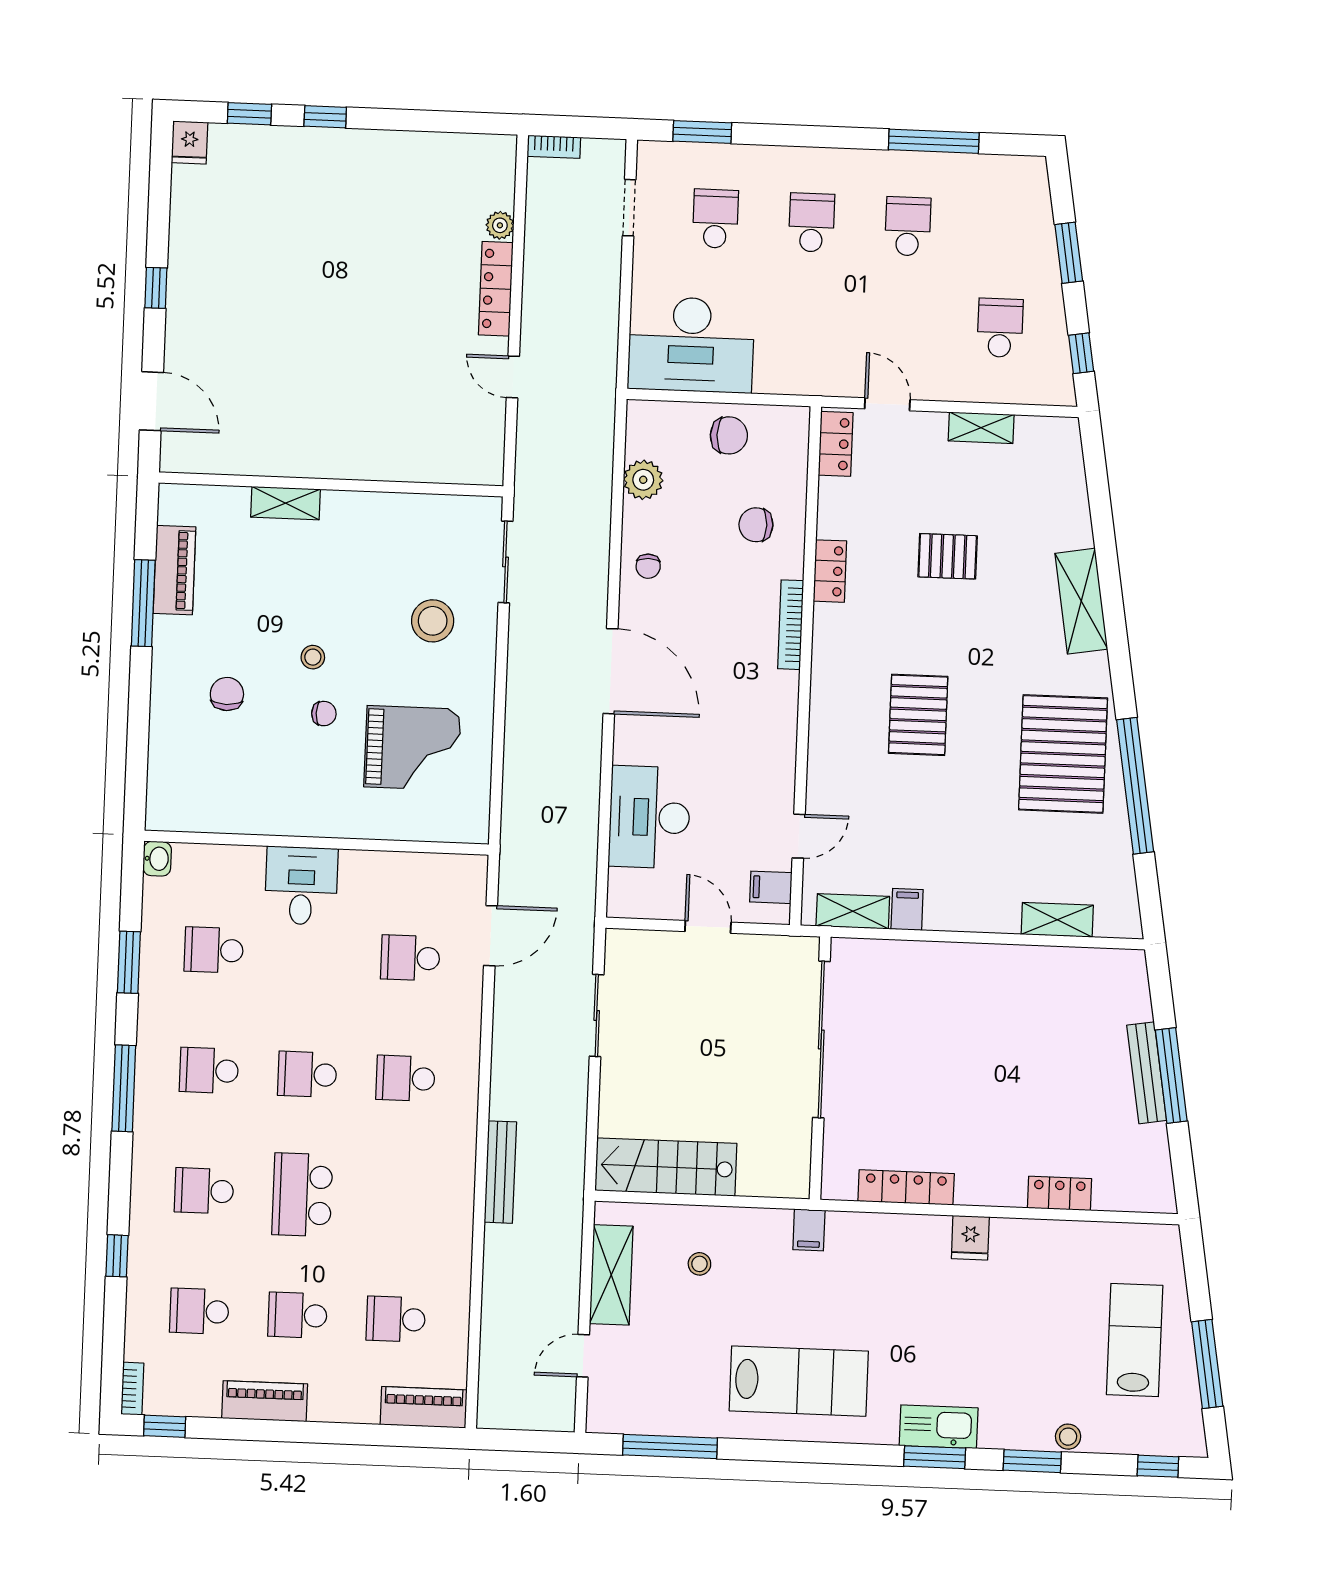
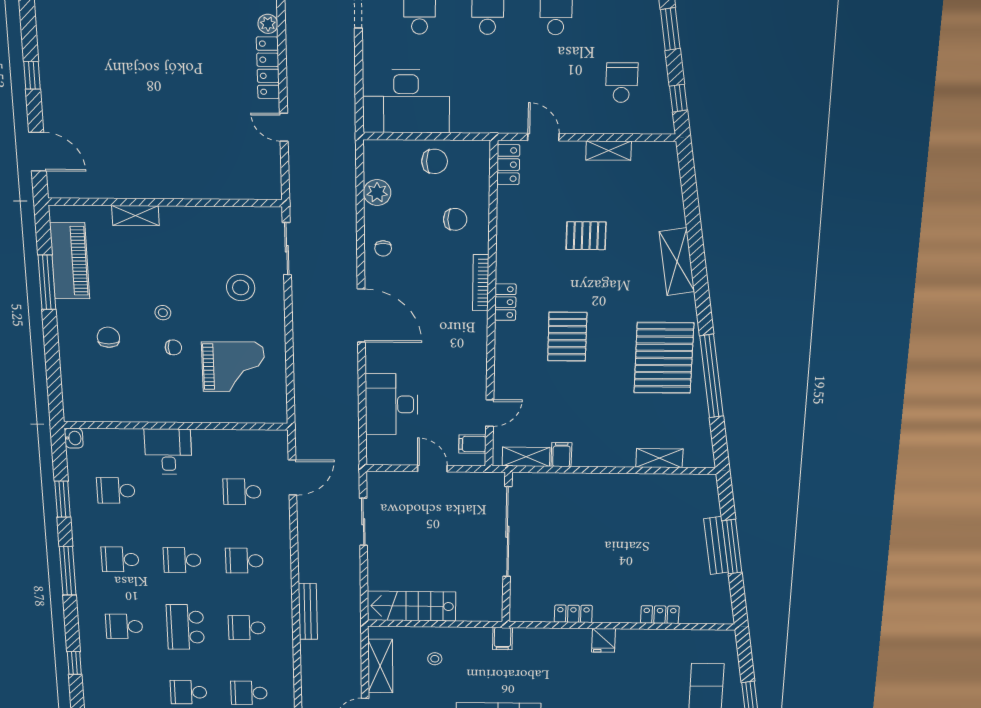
chair: (756, 525) -> (455, 219), turned 180
piano: (174, 570) -> (70, 261), width x1.37, depth x1.33
locker: (830, 571) -> (505, 302), moved
locker: (906, 1187) -> (573, 614), width x0.66
school desk: (199, 1311) -> (247, 628), moved

